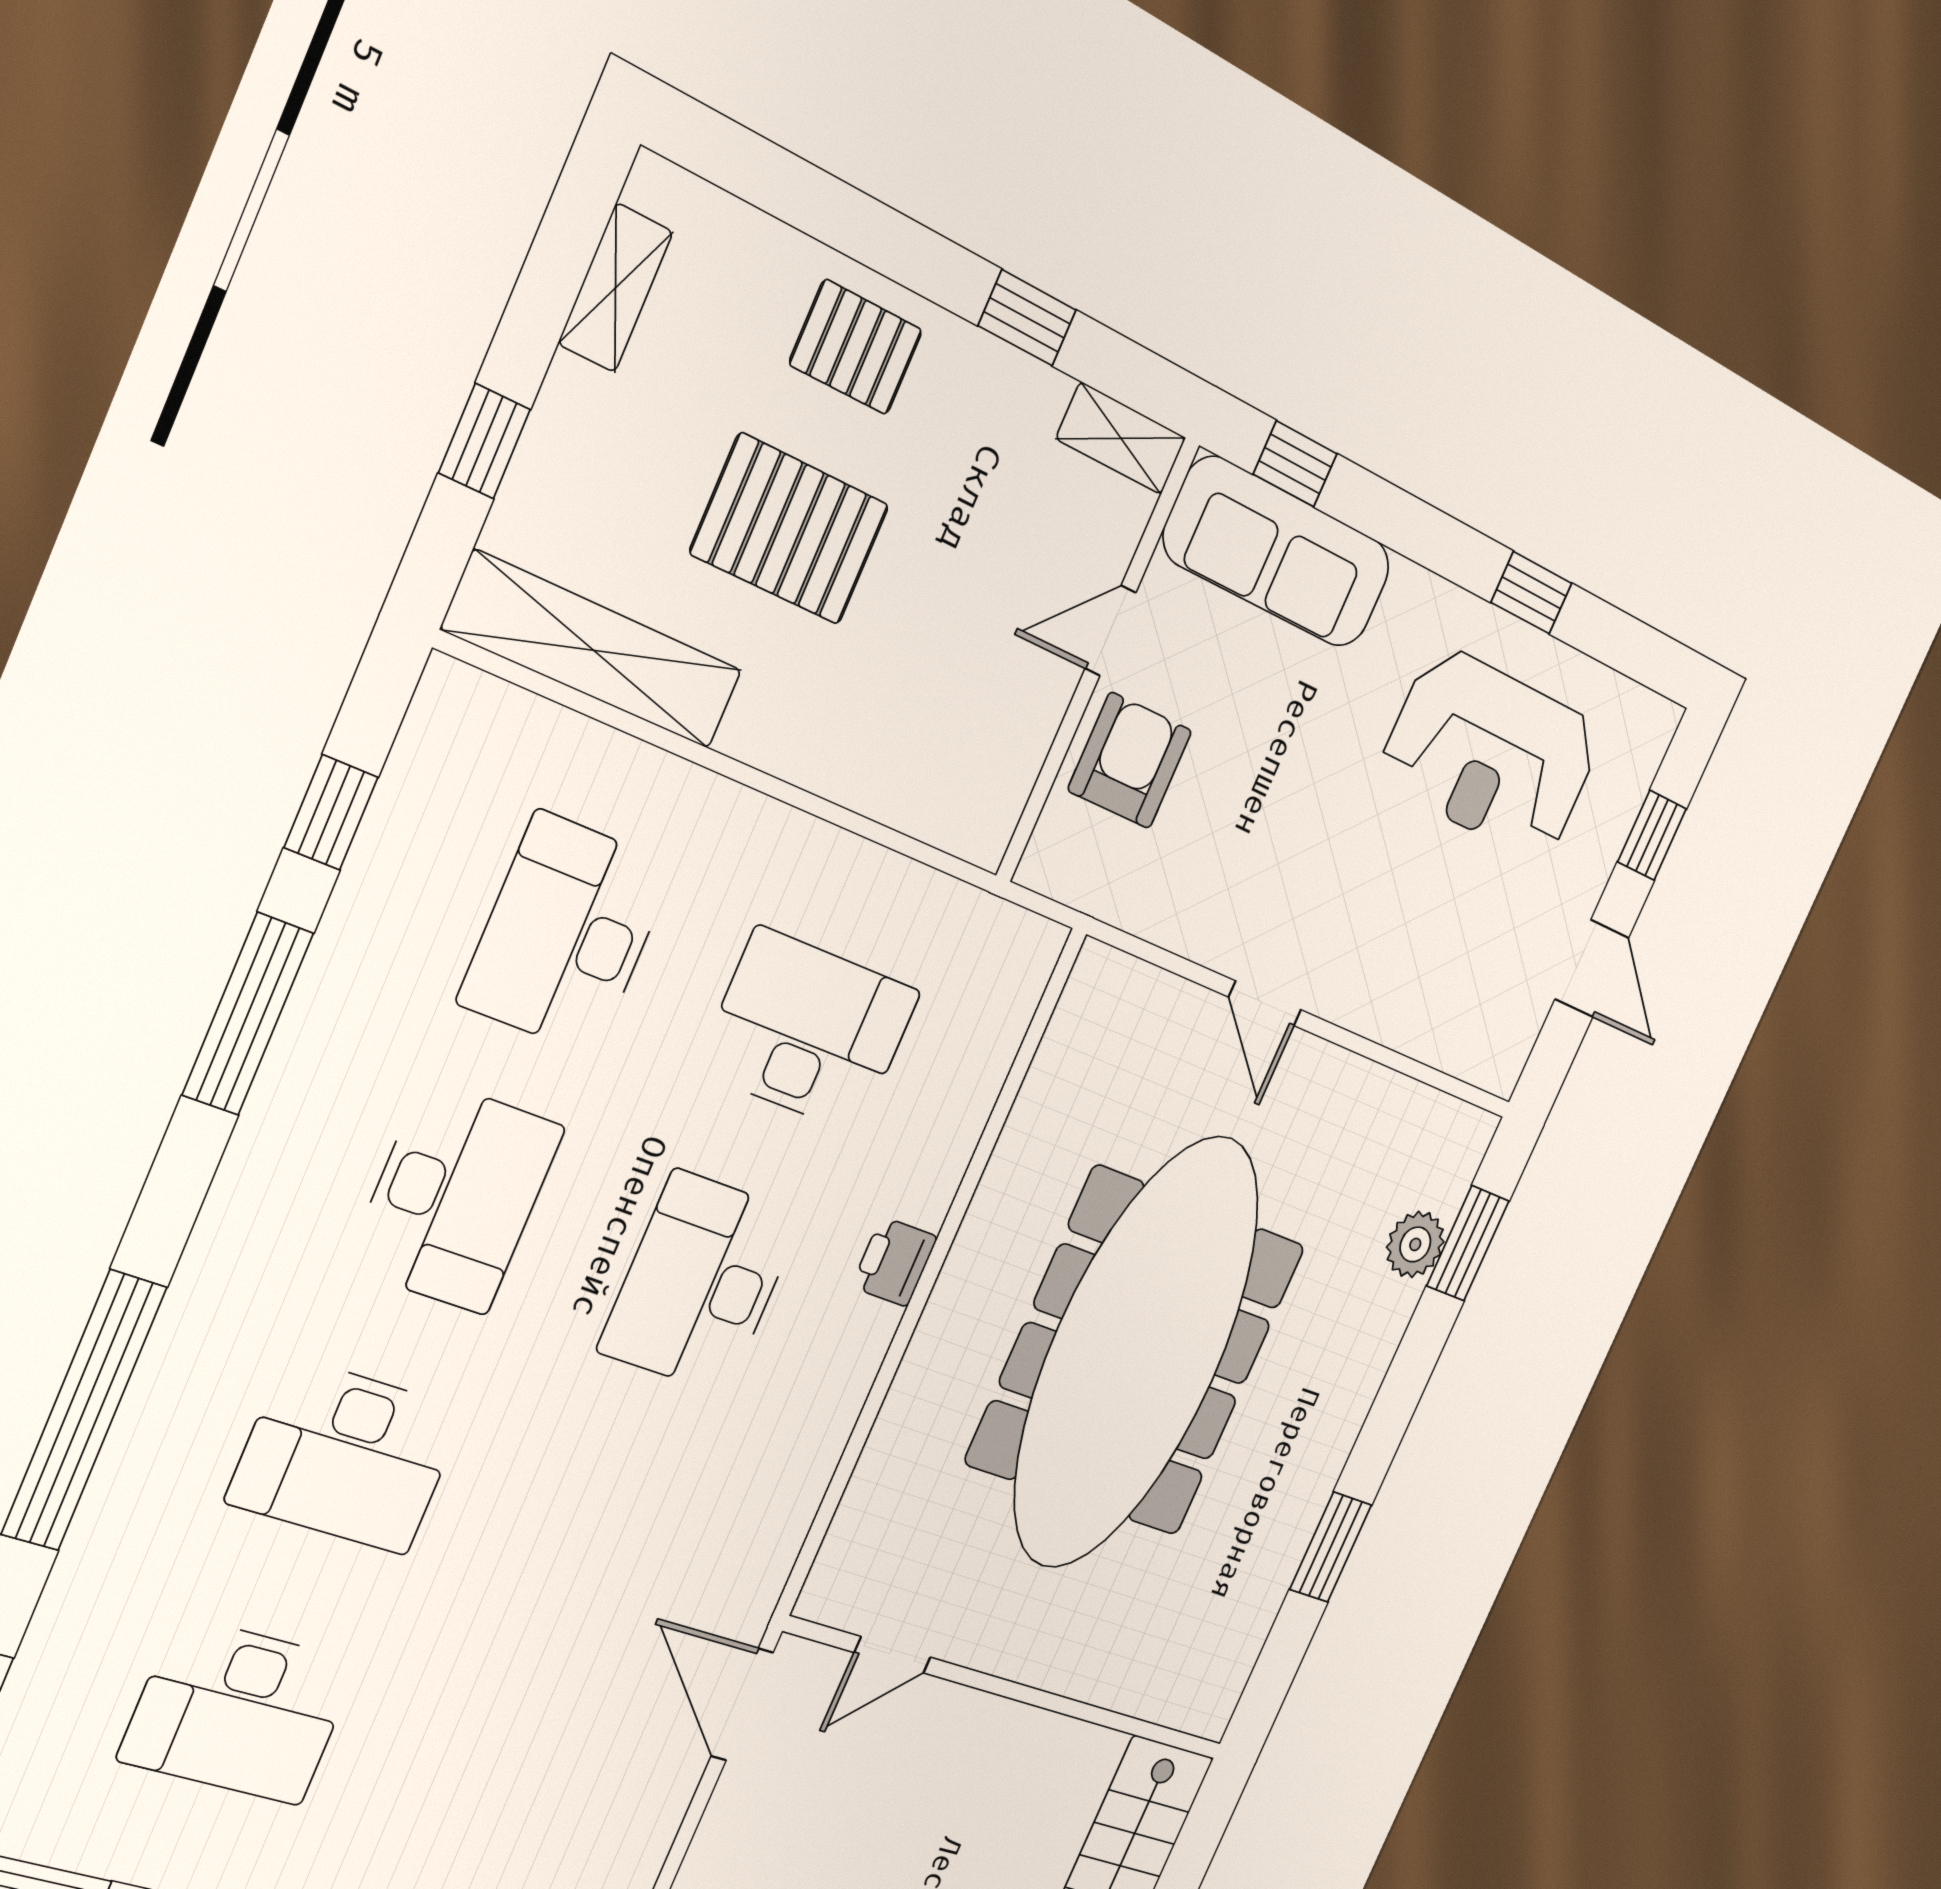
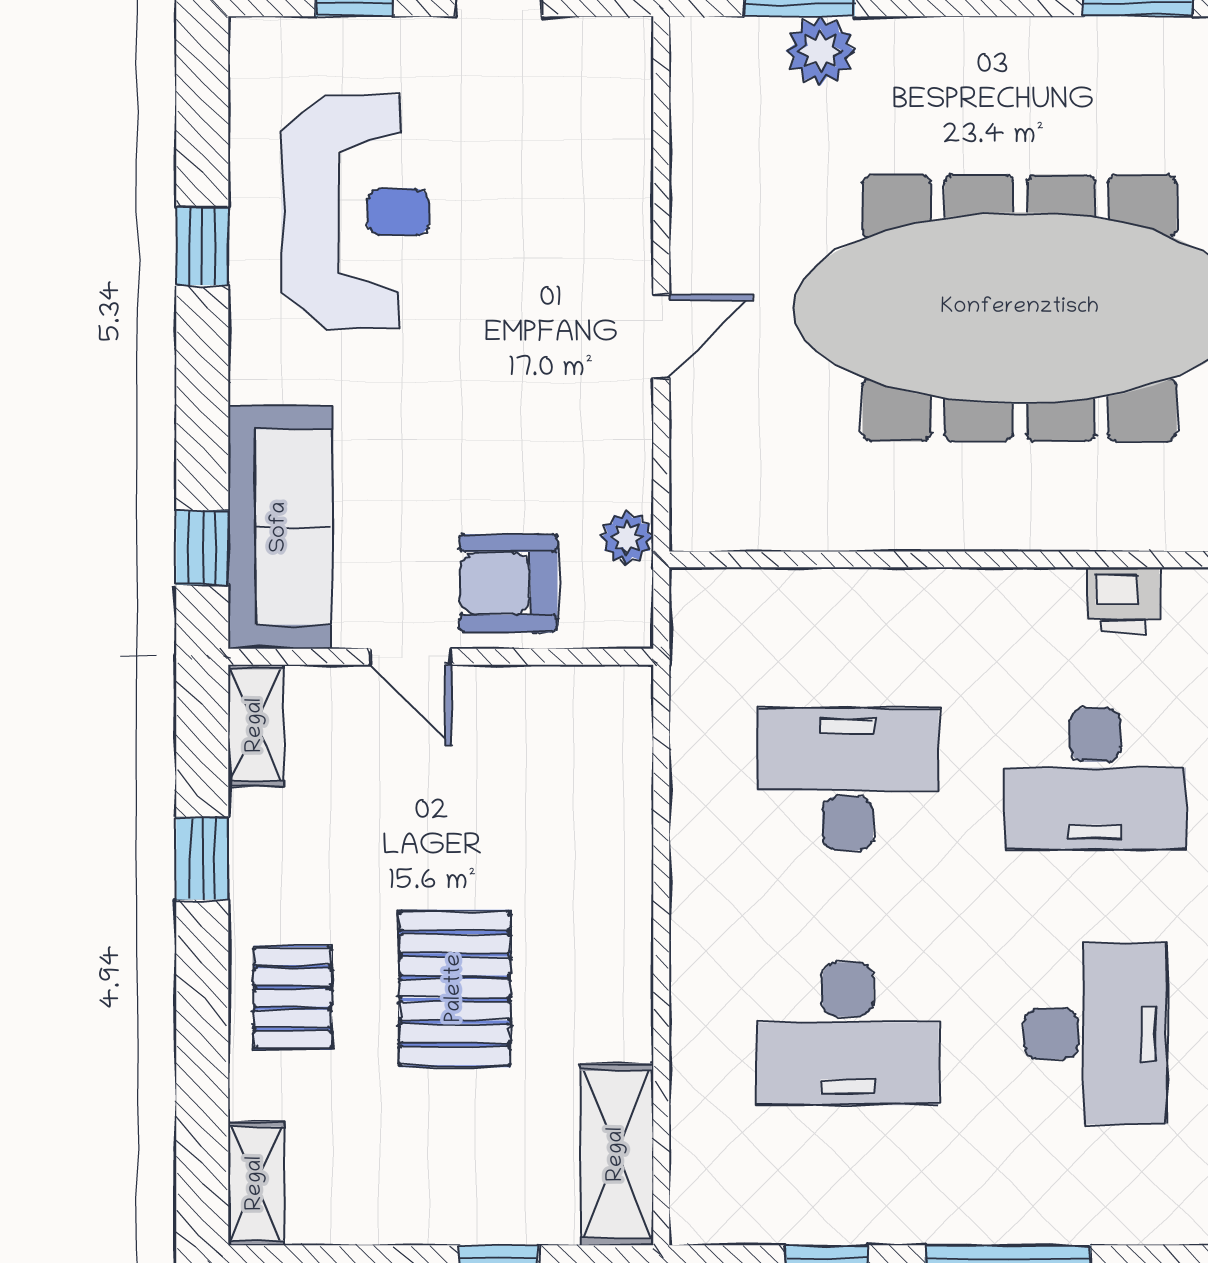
shelving: (616, 288) -> (256, 1183), moved, turned 90
shelving: (593, 650) -> (617, 1154), width x0.68
plant: (1116, 897) -> (627, 537), added
desk: (809, 1031) -> (848, 779), turned 90
desk: (456, 1197) -> (1095, 1034), turned 90
printer: (895, 1262) -> (1123, 600), moved

